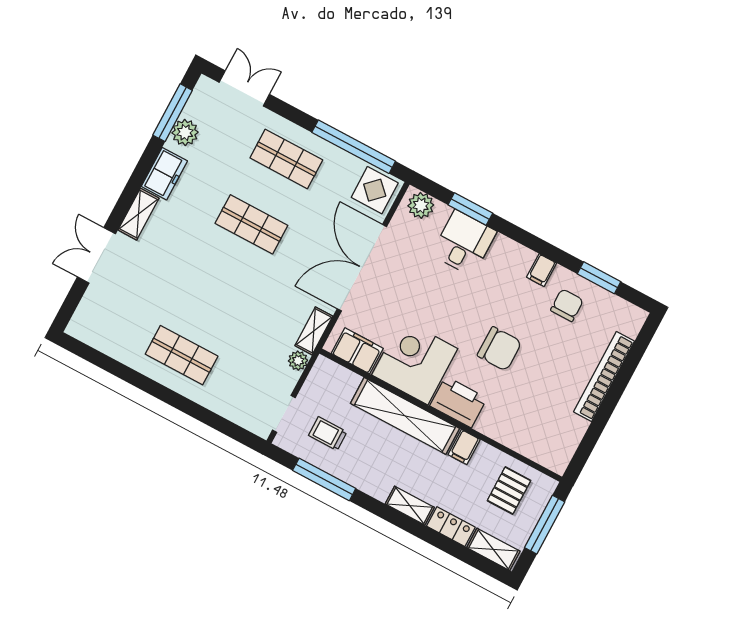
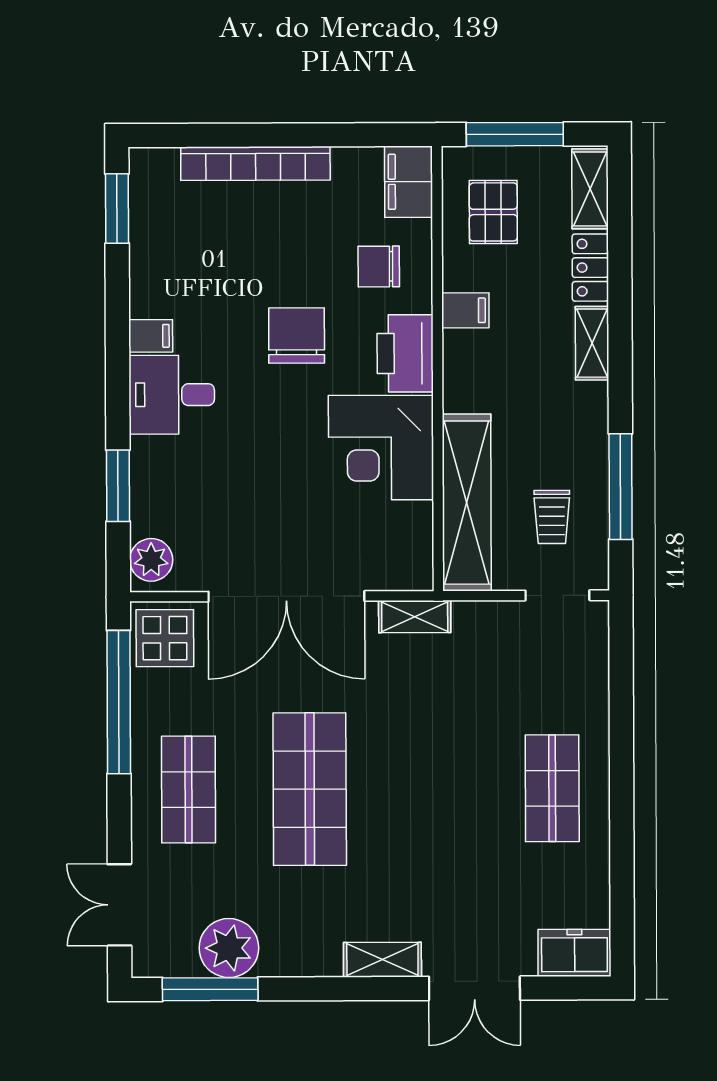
plant: (185, 132) -> (229, 948), width x1.36, depth x1.36
freezer: (164, 174) -> (574, 953), moved
shop shelf: (251, 224) -> (310, 789), width x1.43, depth x1.36
desk: (464, 243) -> (172, 395), moved
window: (599, 278) -> (117, 209), moved
chair: (567, 305) -> (379, 266), moved
filing cabinet: (357, 351) -> (409, 182), moved
plant: (298, 361) -> (470, 616), removed
shelving: (405, 416) -> (467, 503), moved
pallet: (509, 491) -> (493, 212), turned 90

